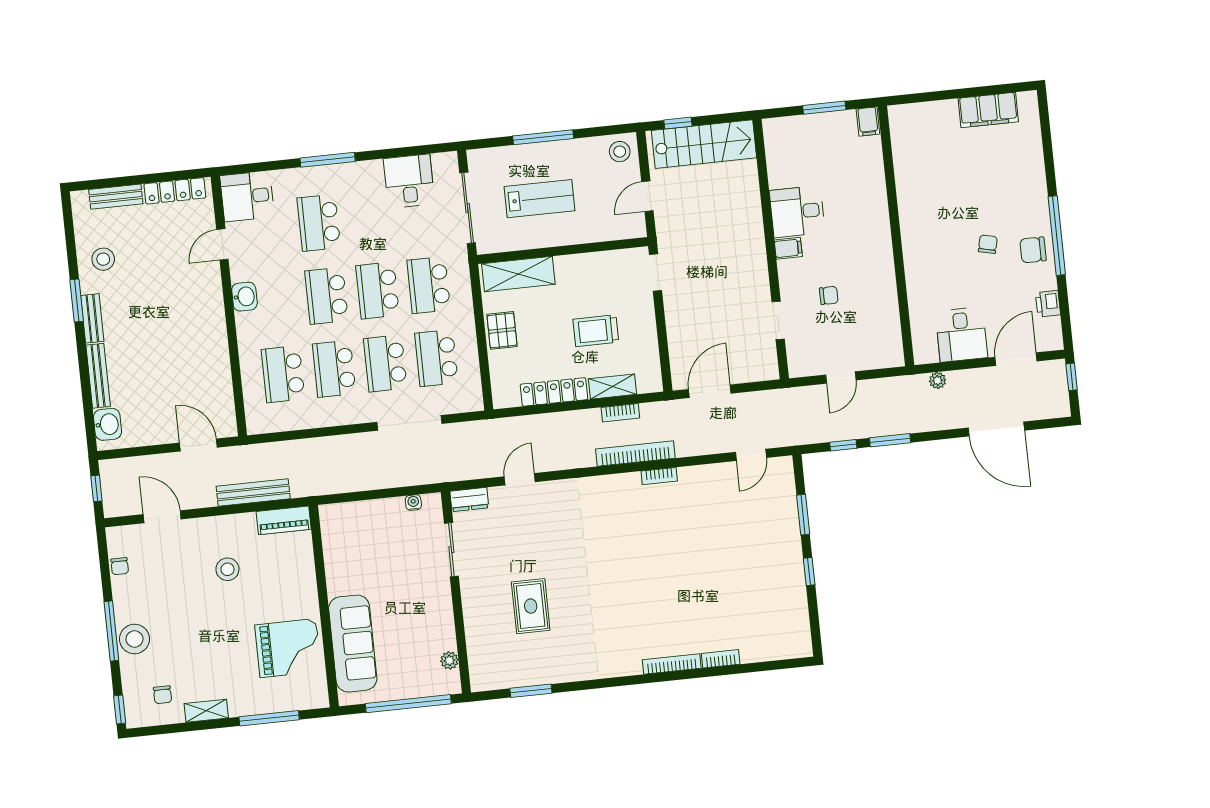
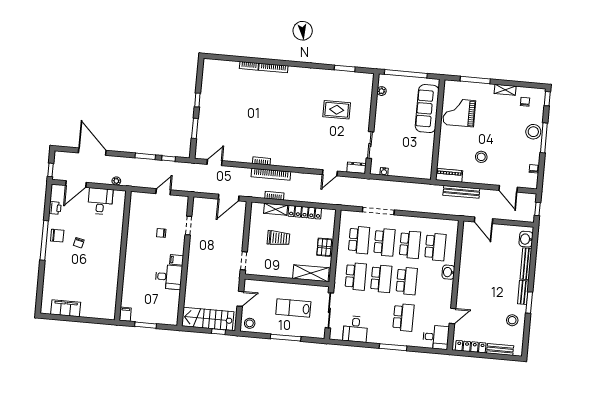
washbasin: (244, 297) -> (448, 272), moved
rug: (531, 606) -> (337, 110), turned 90

